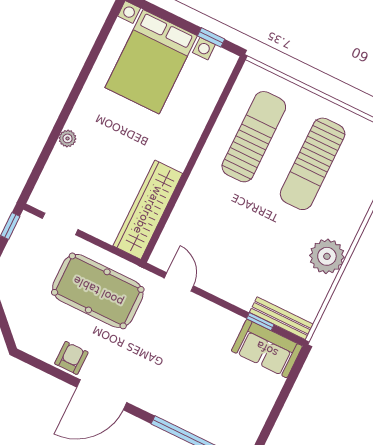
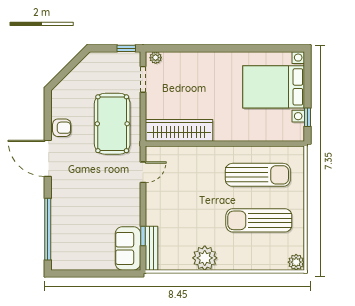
plant: (67, 138) -> (156, 58), moved

